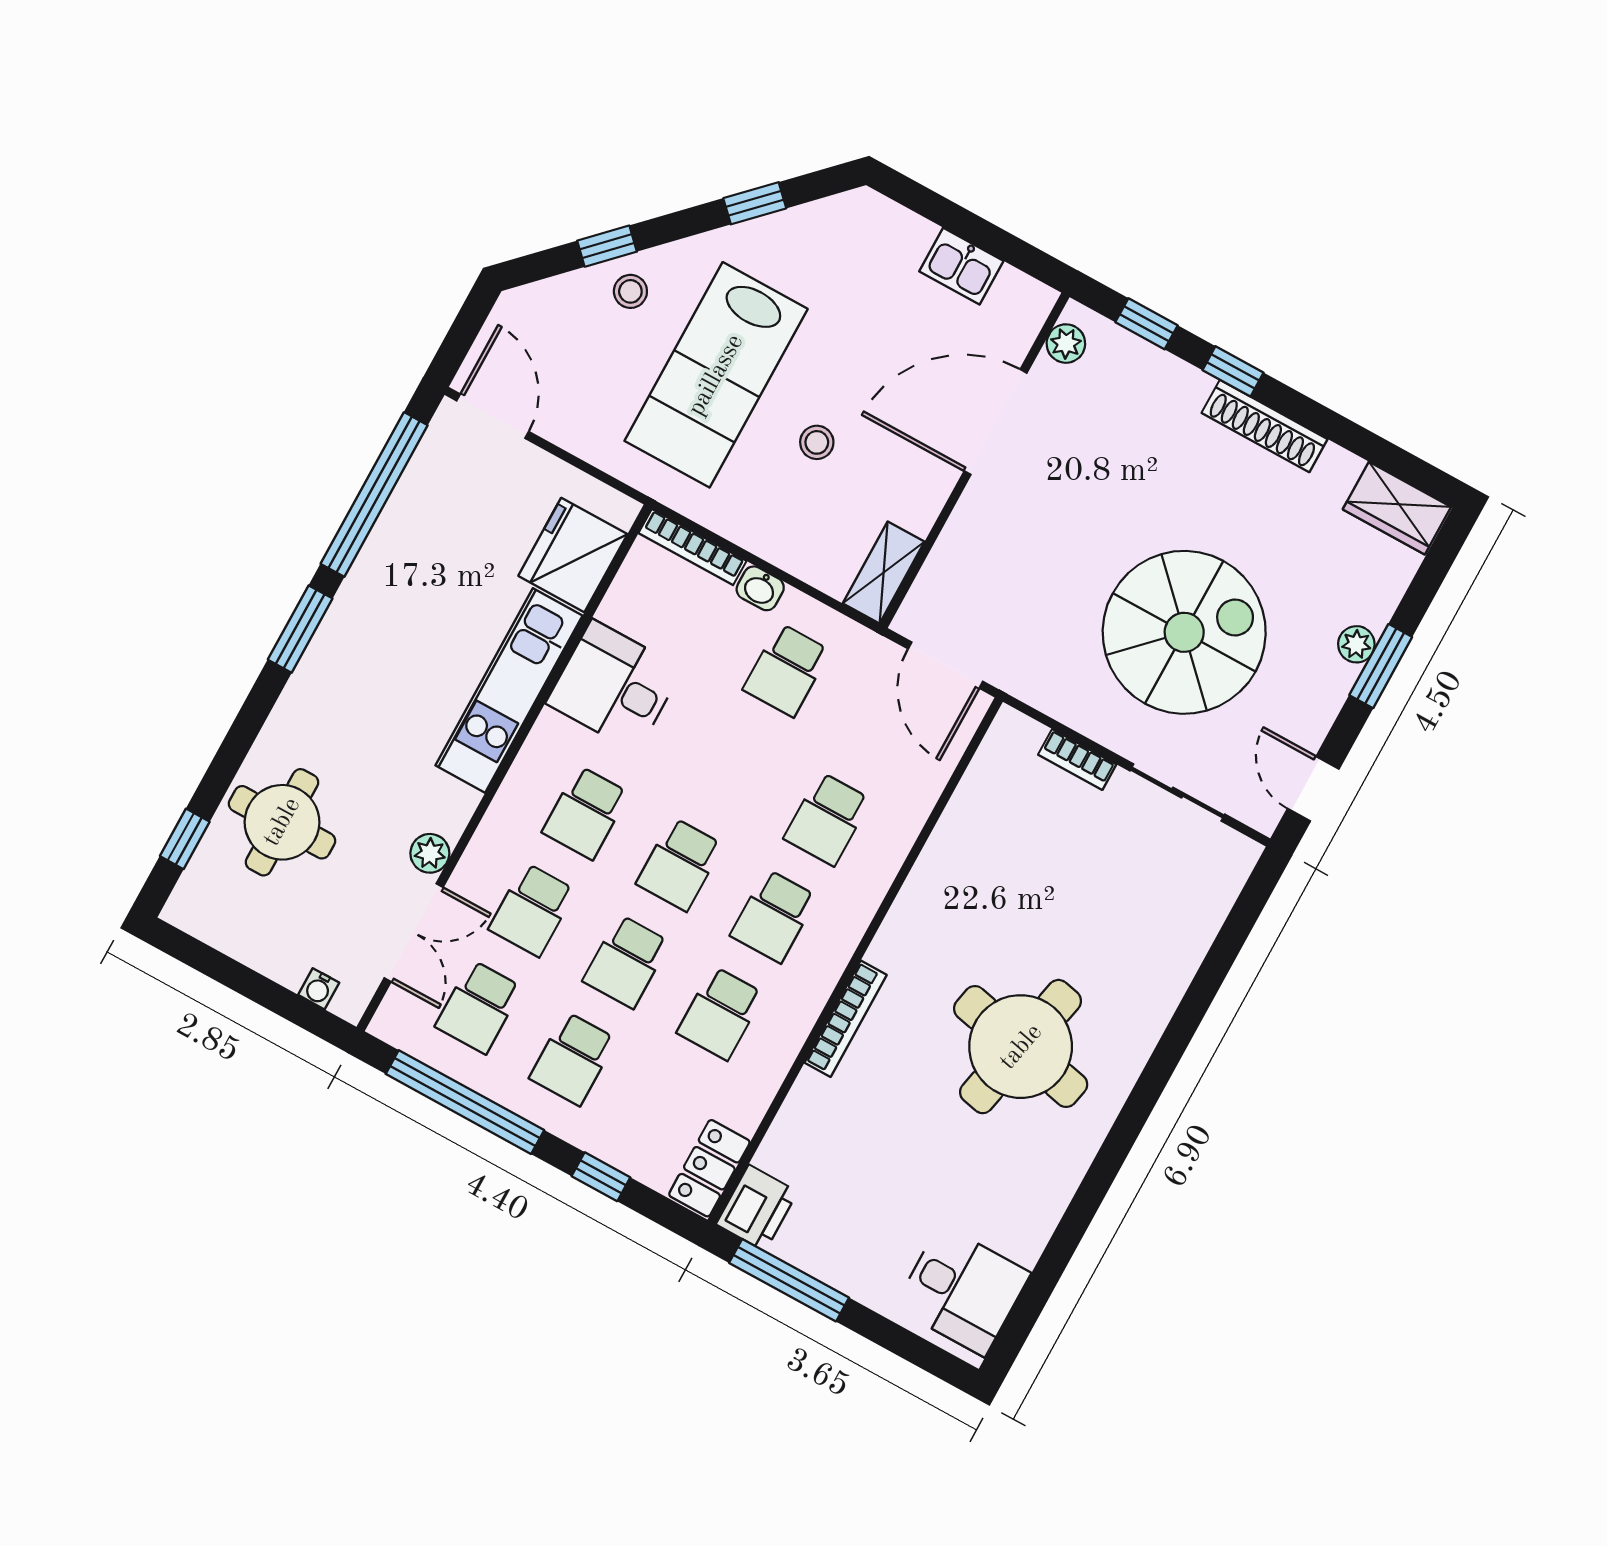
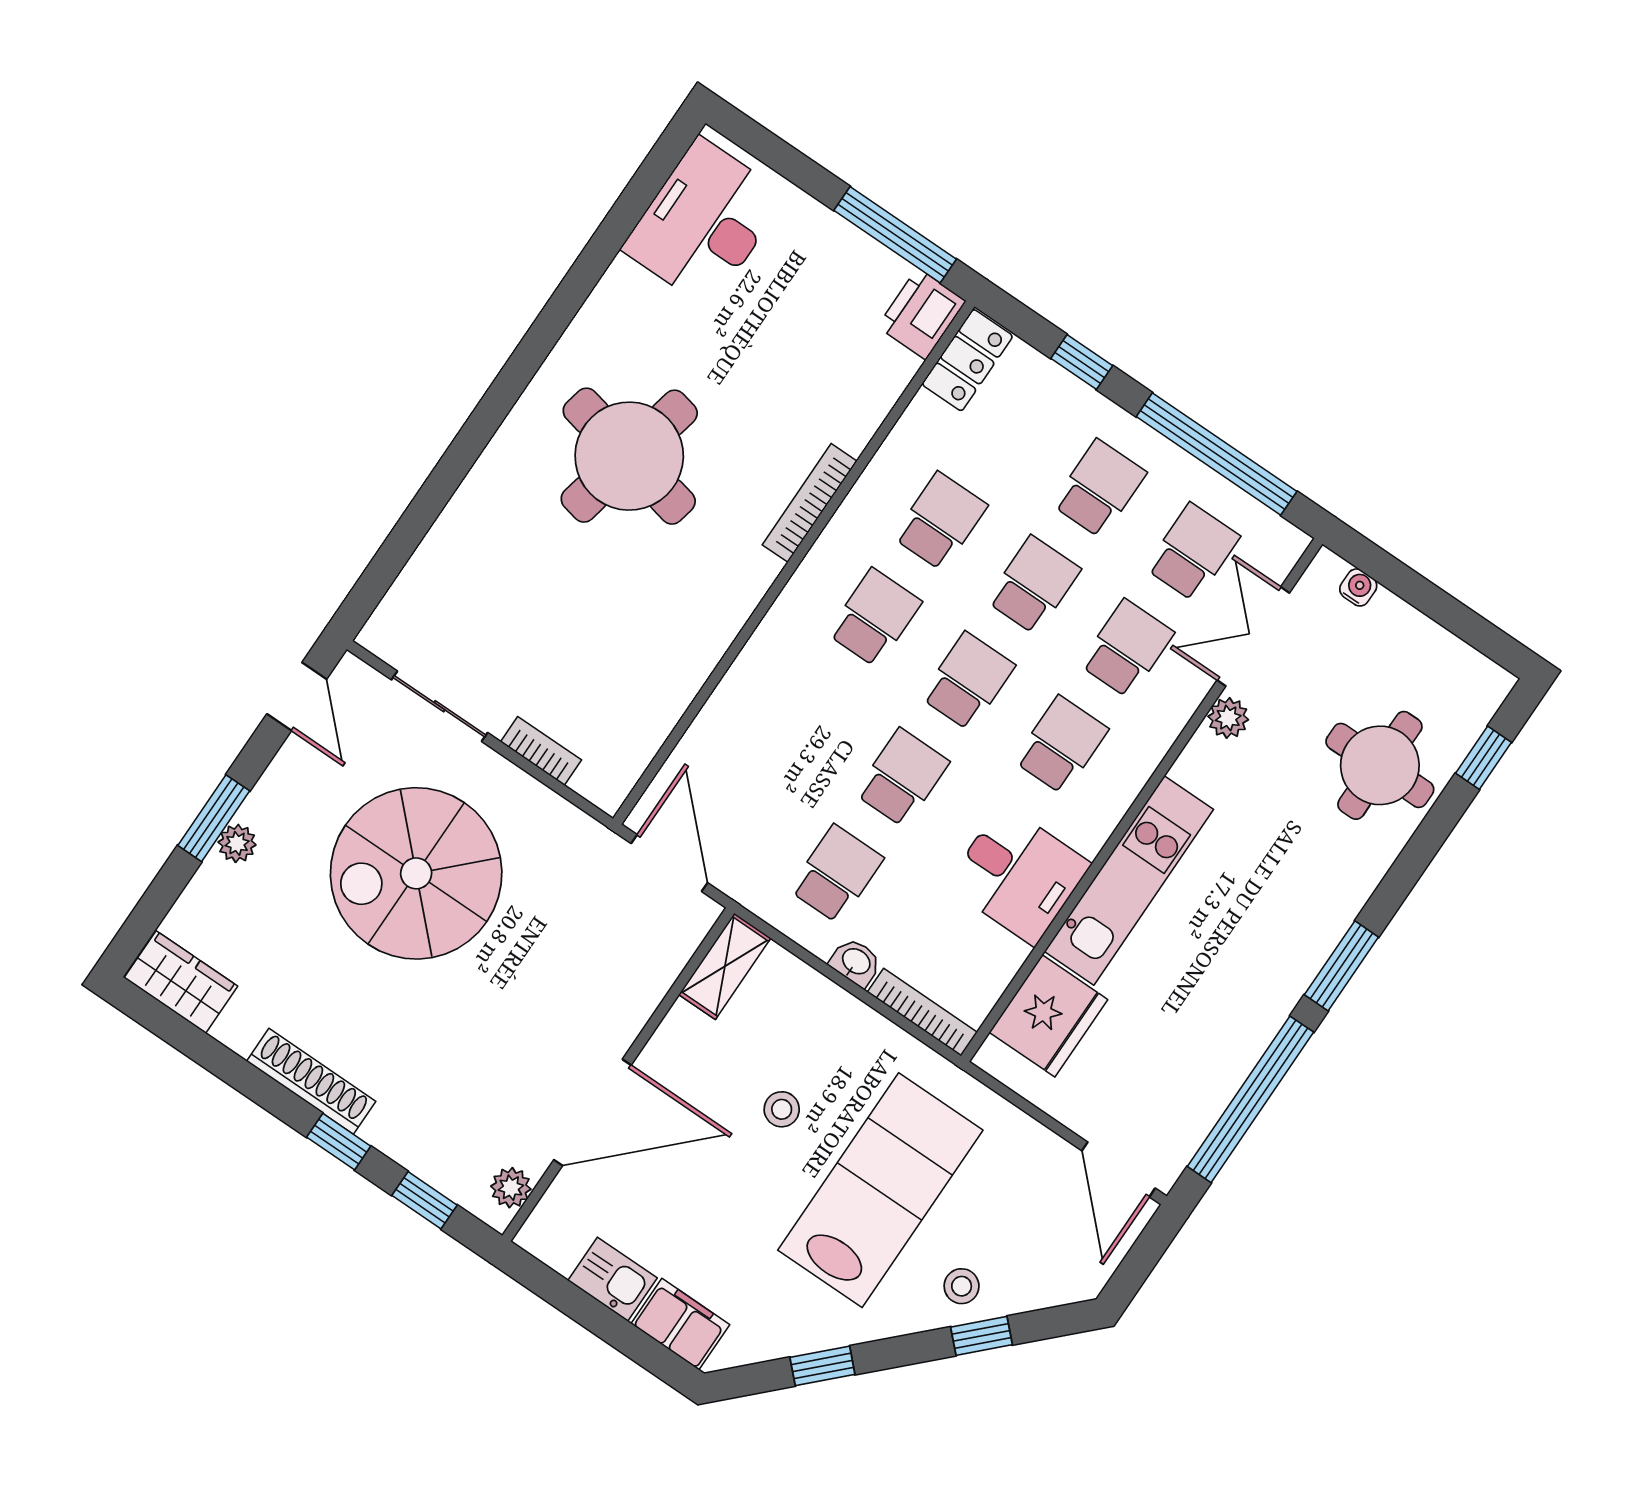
filing cabinet: (893, 230) -> (680, 1324), added
school desk: (827, 819) -> (902, 778), moved
desk: (962, 1290) -> (704, 223), width x1.37

